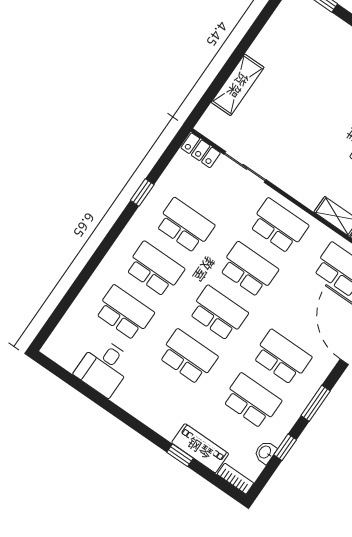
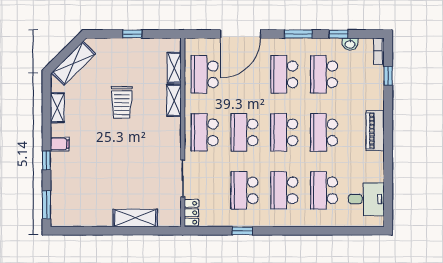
desk: (104, 367) -> (366, 199), moved
piano: (200, 448) -> (375, 131), moved
window: (180, 455) -> (388, 76), moved

